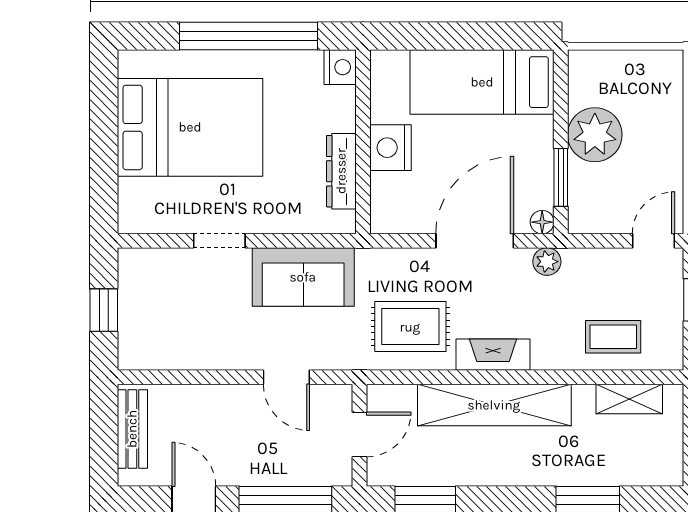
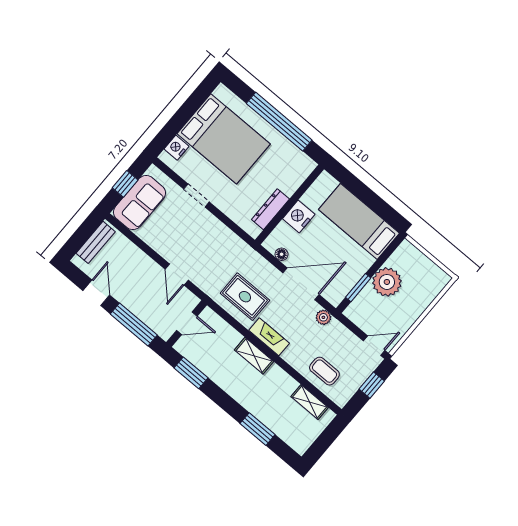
nightstand: (340, 67) -> (177, 148), moved, turned 180
floor lamp: (542, 222) -> (282, 254), moved
sofa: (303, 277) -> (139, 203), moved, turned -90
shelving: (494, 405) -> (254, 356), width x0.45, depth x0.75

